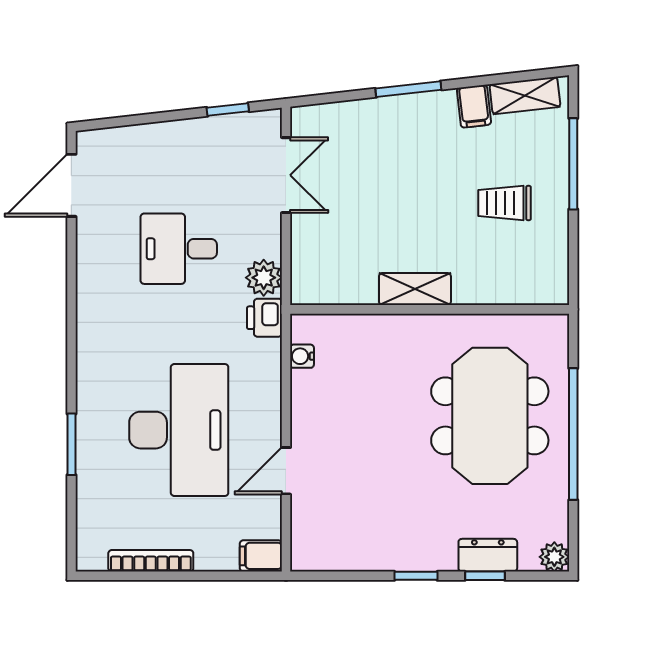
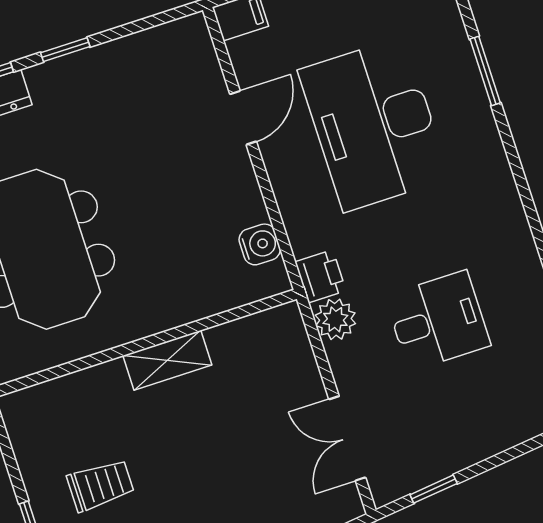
water cooler: (302, 356) -> (260, 244), width x1.38, depth x1.38

